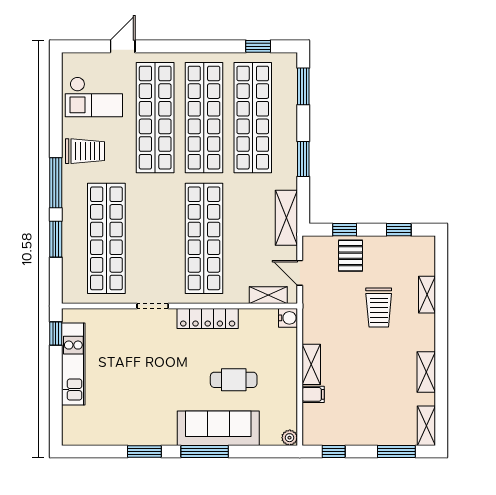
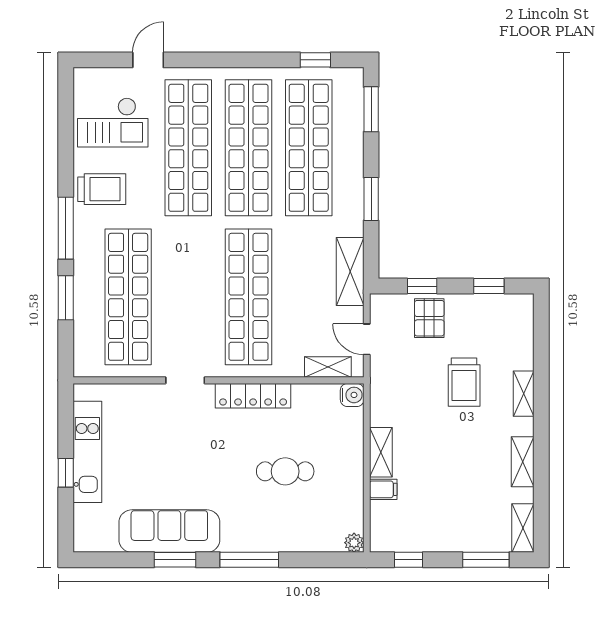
shelving: (427, 295) -> (524, 394), moved
window: (56, 334) -> (66, 473), moved
sofa: (218, 428) -> (169, 531), moved

